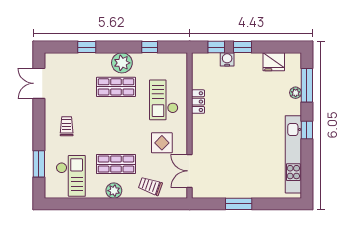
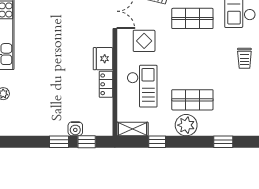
shelving: (173, 59) -> (132, 129), added
fridge: (274, 62) -> (103, 59), moved, turned -90

